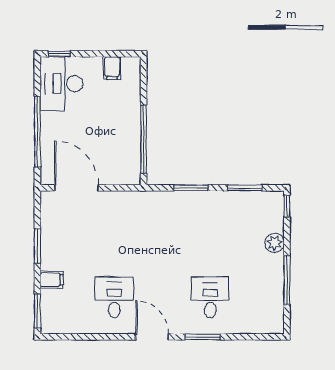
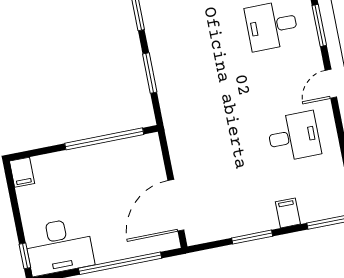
filing cabinet: (112, 68) -> (22, 172), moved, turned 90
desk: (114, 297) -> (294, 137), turned 180
door: (152, 337) -> (331, 84), width x0.73

